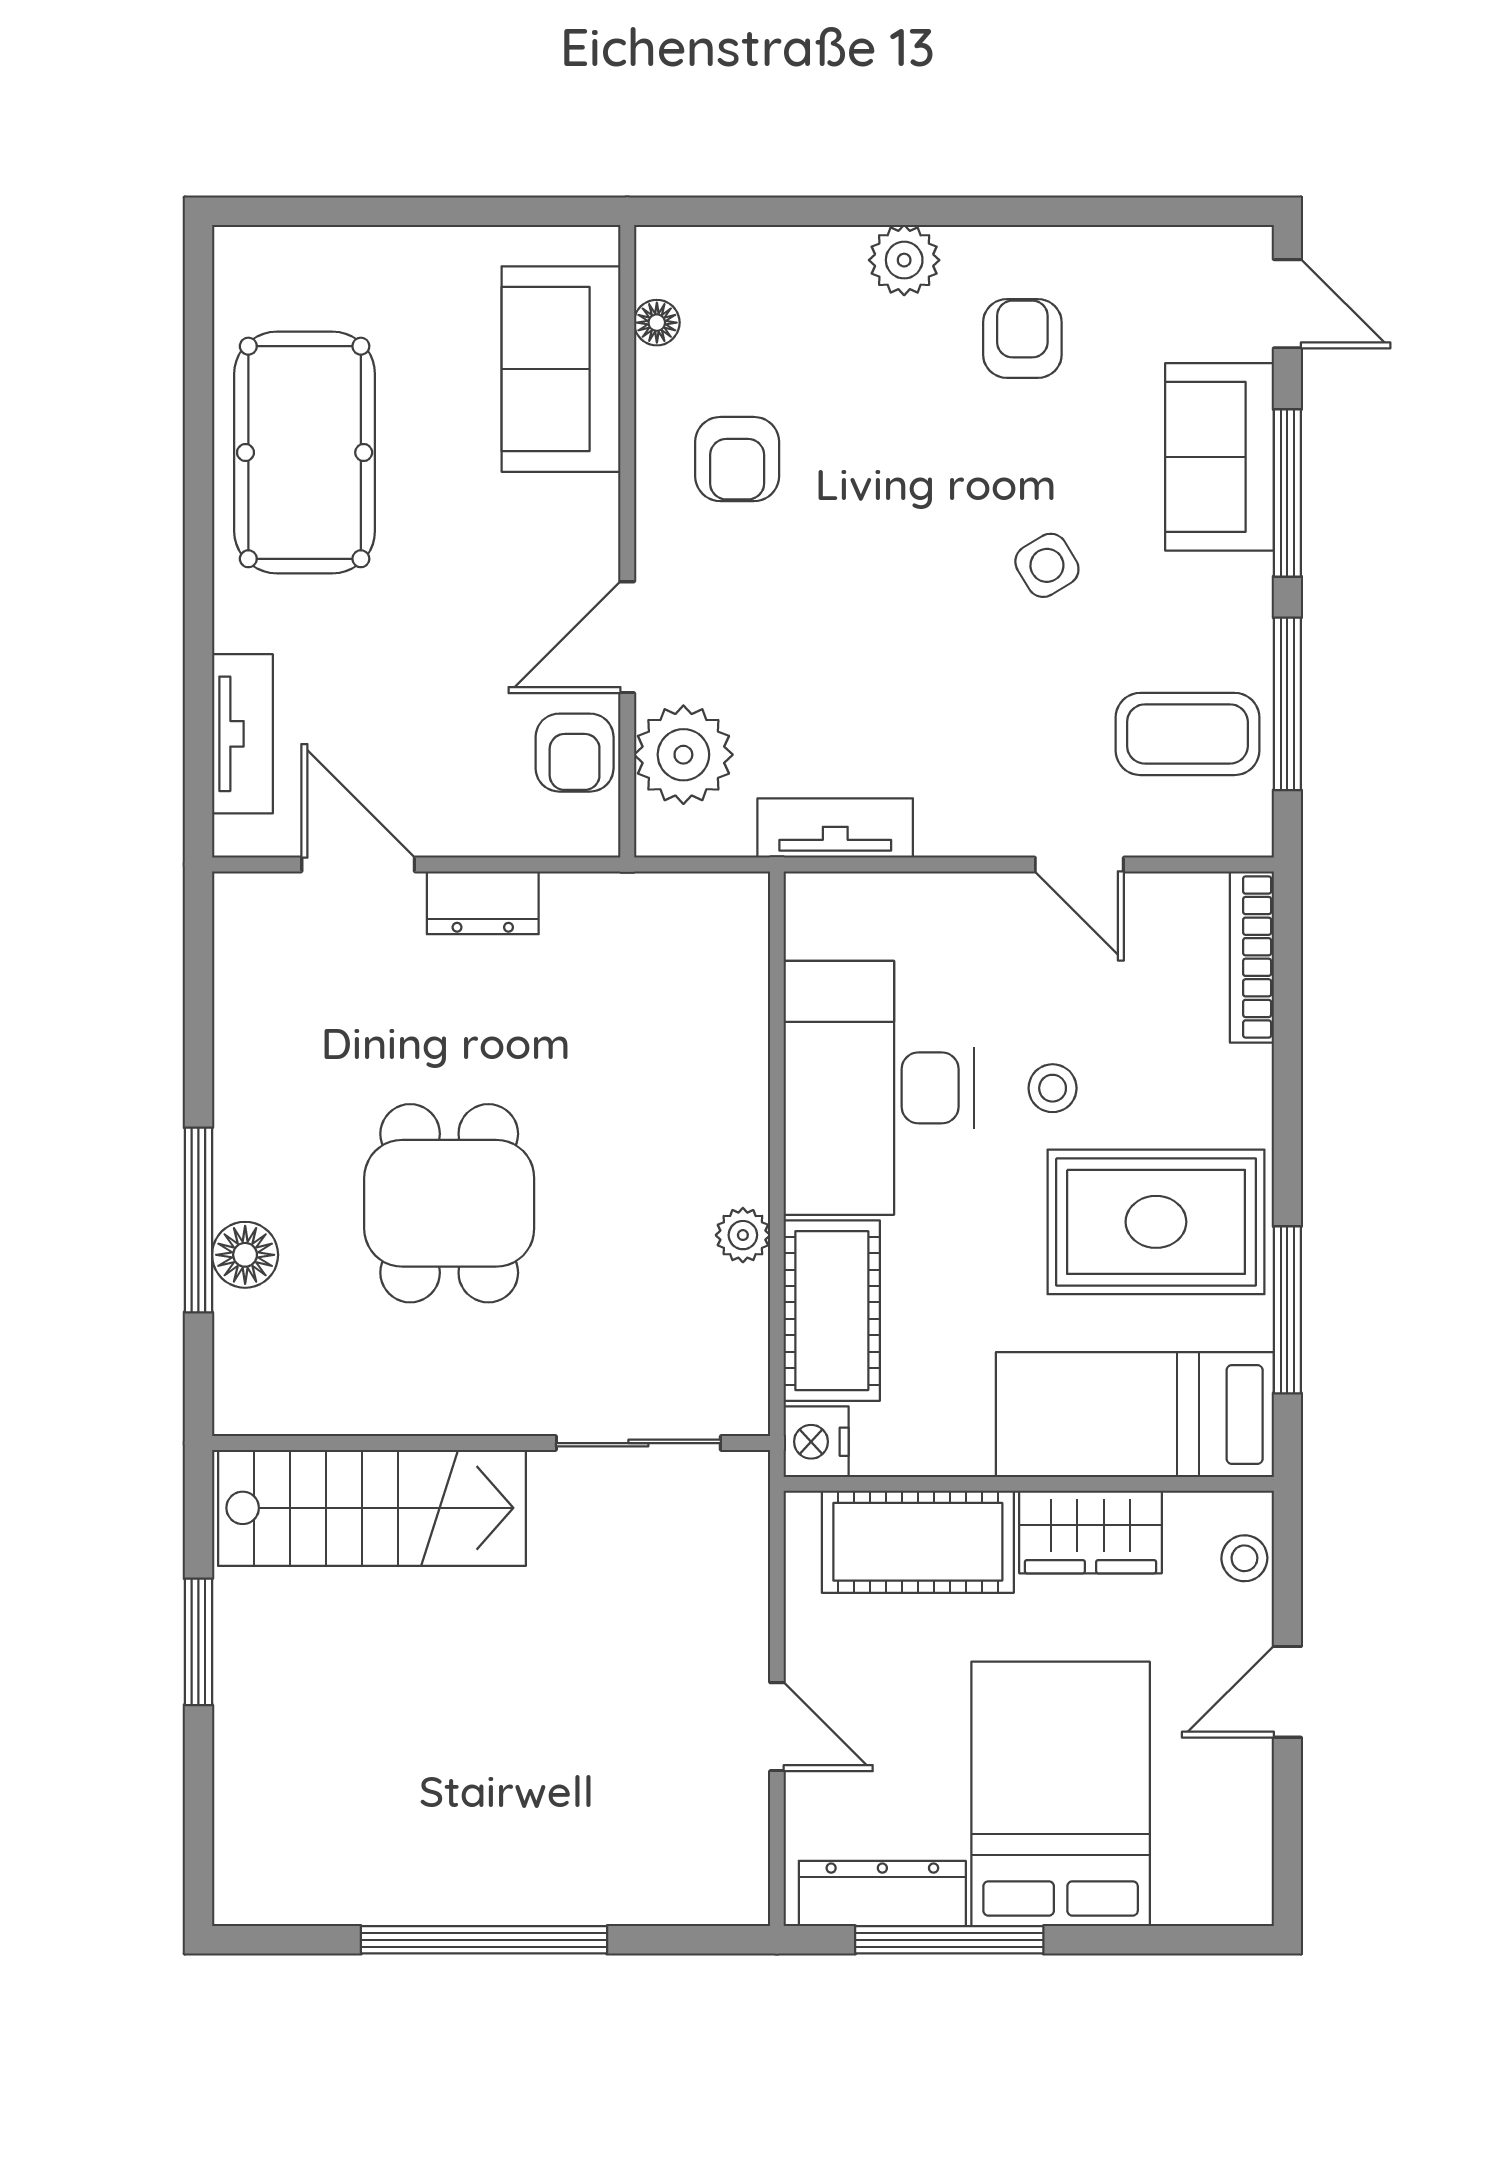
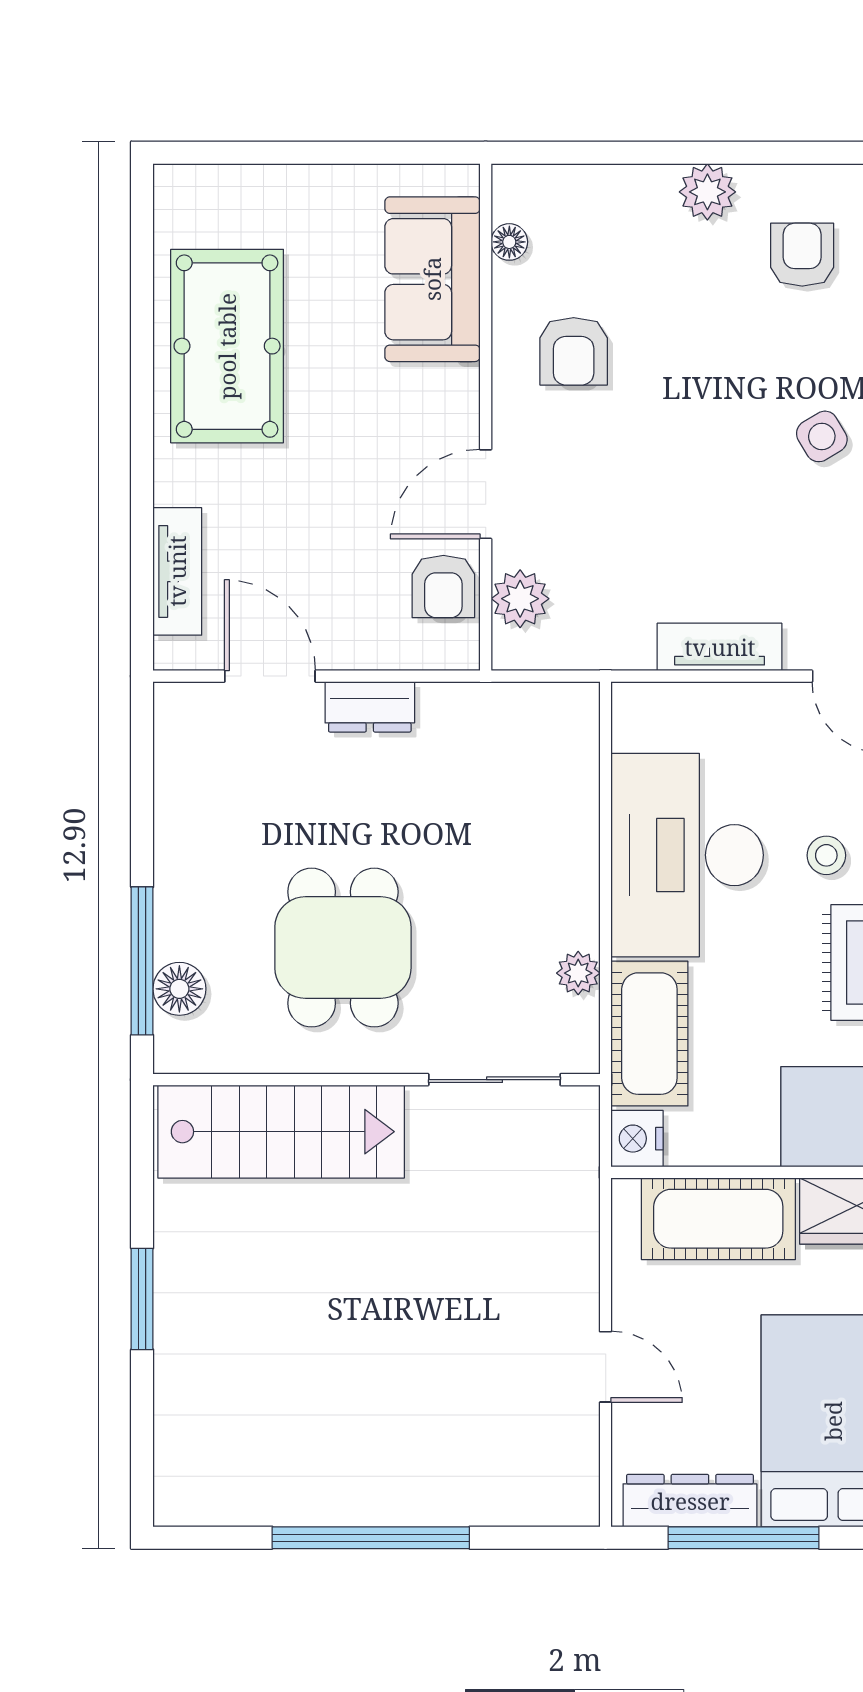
plant: (683, 755) -> (520, 599), width x0.73, depth x0.73
tv unit: (835, 828) -> (720, 647), moved
wall: (491, 1443) -> (376, 1080), moved
sliding door: (638, 1443) -> (494, 1080), moved
stairs: (372, 1508) -> (281, 1132), moved

